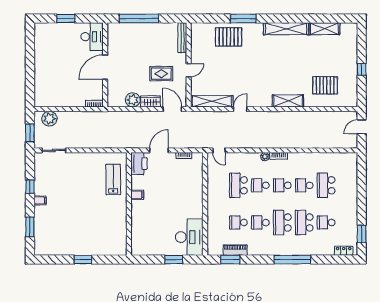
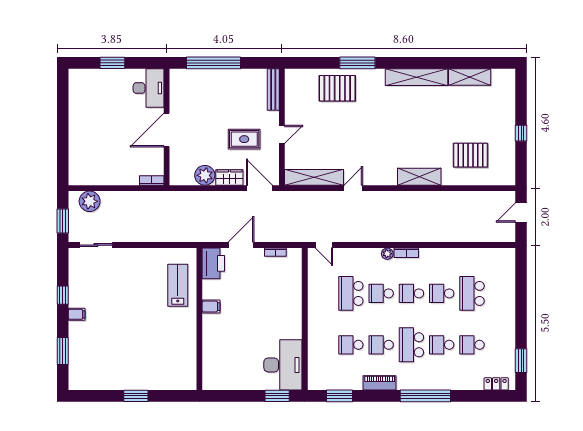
school desk: (304, 223) -> (442, 345), width x0.54
piano: (235, 250) -> (380, 383), moved
window: (174, 260) -> (277, 396), moved

